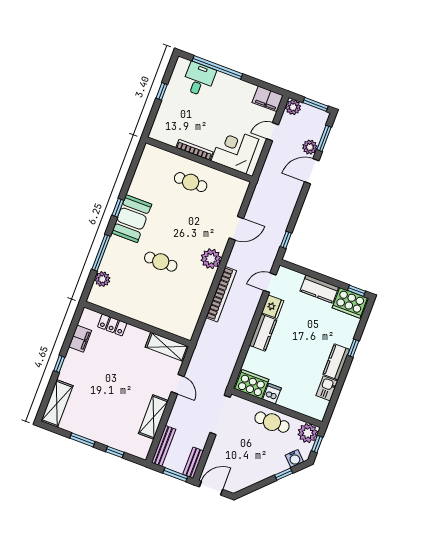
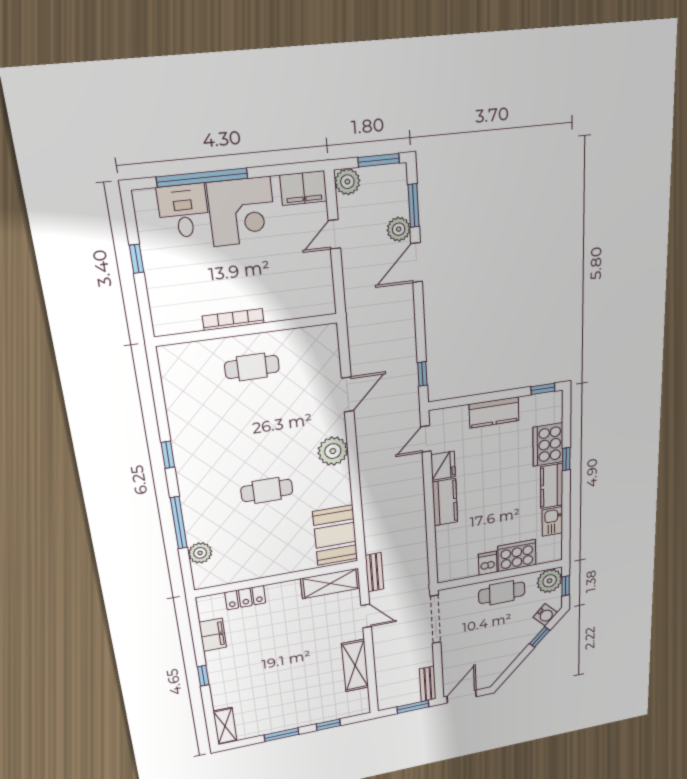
corner desk: (235, 150) -> (242, 212), moved, turned 180
booth: (132, 219) -> (335, 535), moved
bookcase: (221, 294) -> (369, 486), removed
cooker: (350, 303) -> (548, 444), moved, turned 90
cooker: (252, 384) -> (517, 556), moved
shelving: (57, 403) -> (225, 726), width x0.67, depth x0.75
bench: (163, 446) -> (374, 572), moved, width x0.73

